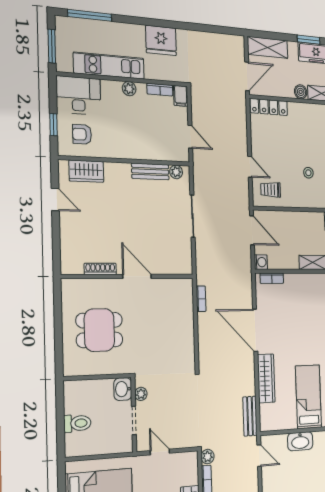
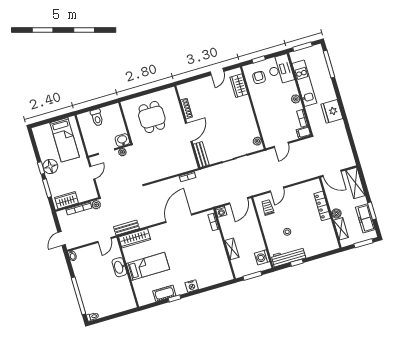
locker: (269, 107) -> (322, 206), moved
bench: (150, 171) -> (201, 155), moved
wardrobe: (266, 378) -> (135, 238), moved

